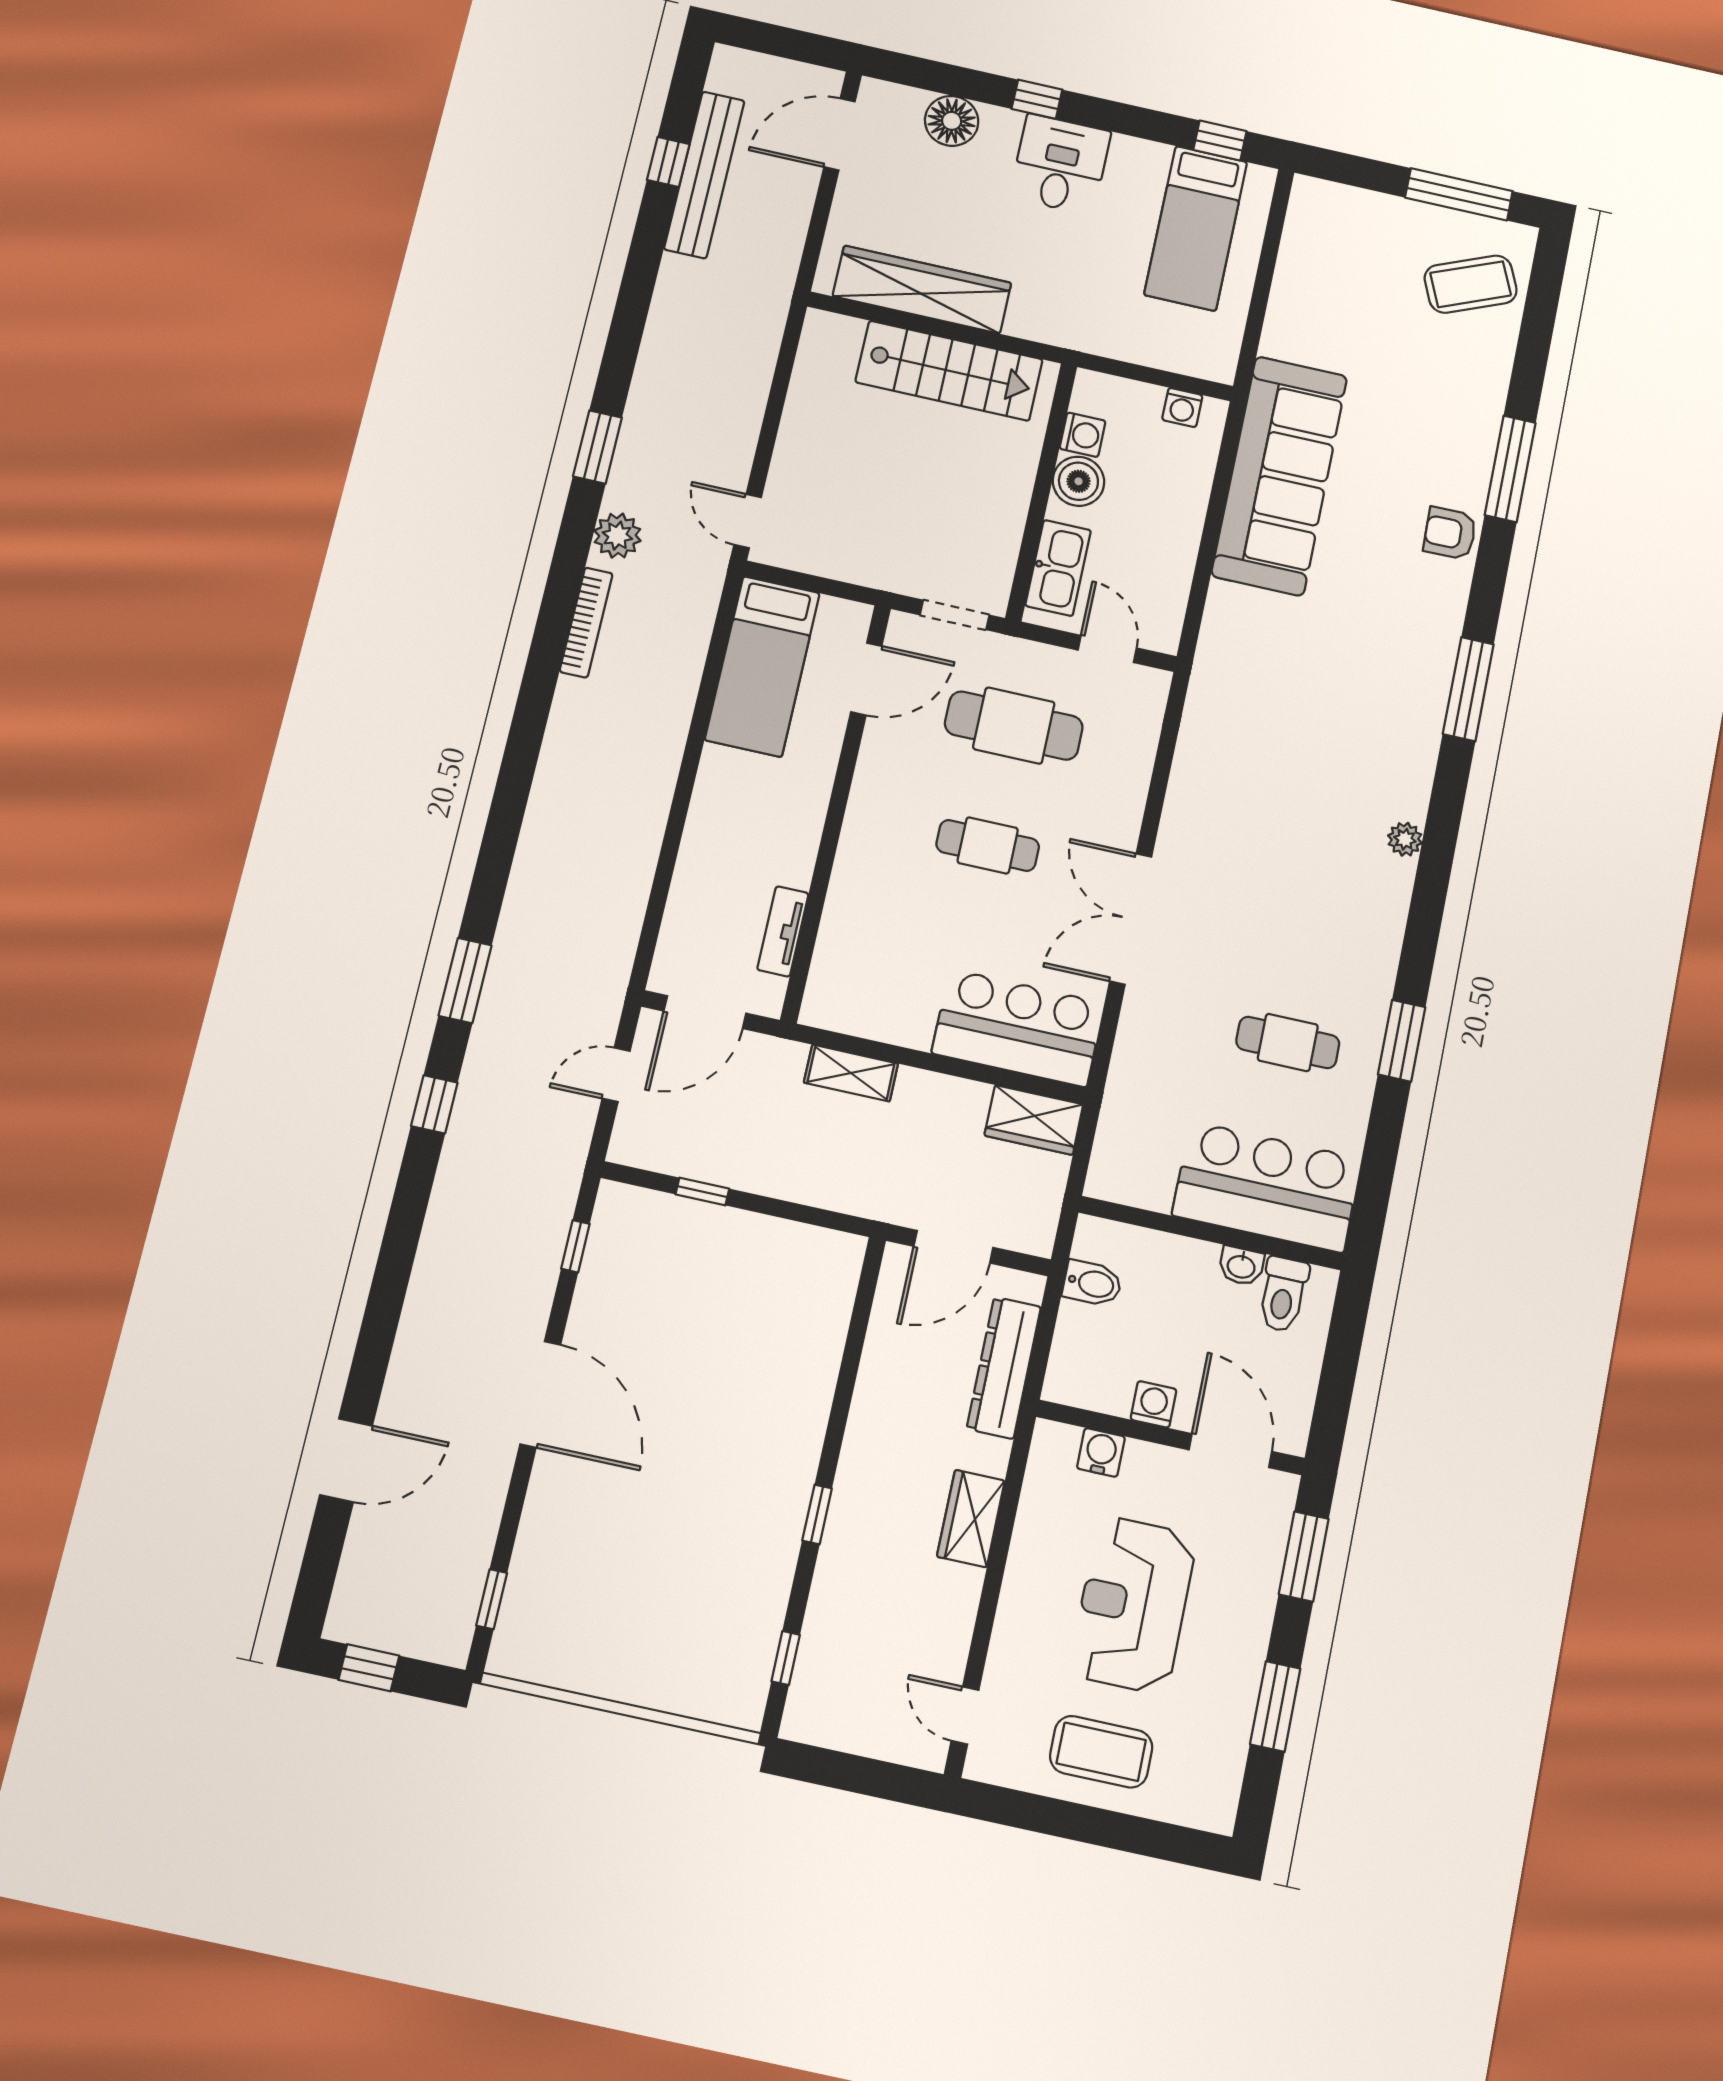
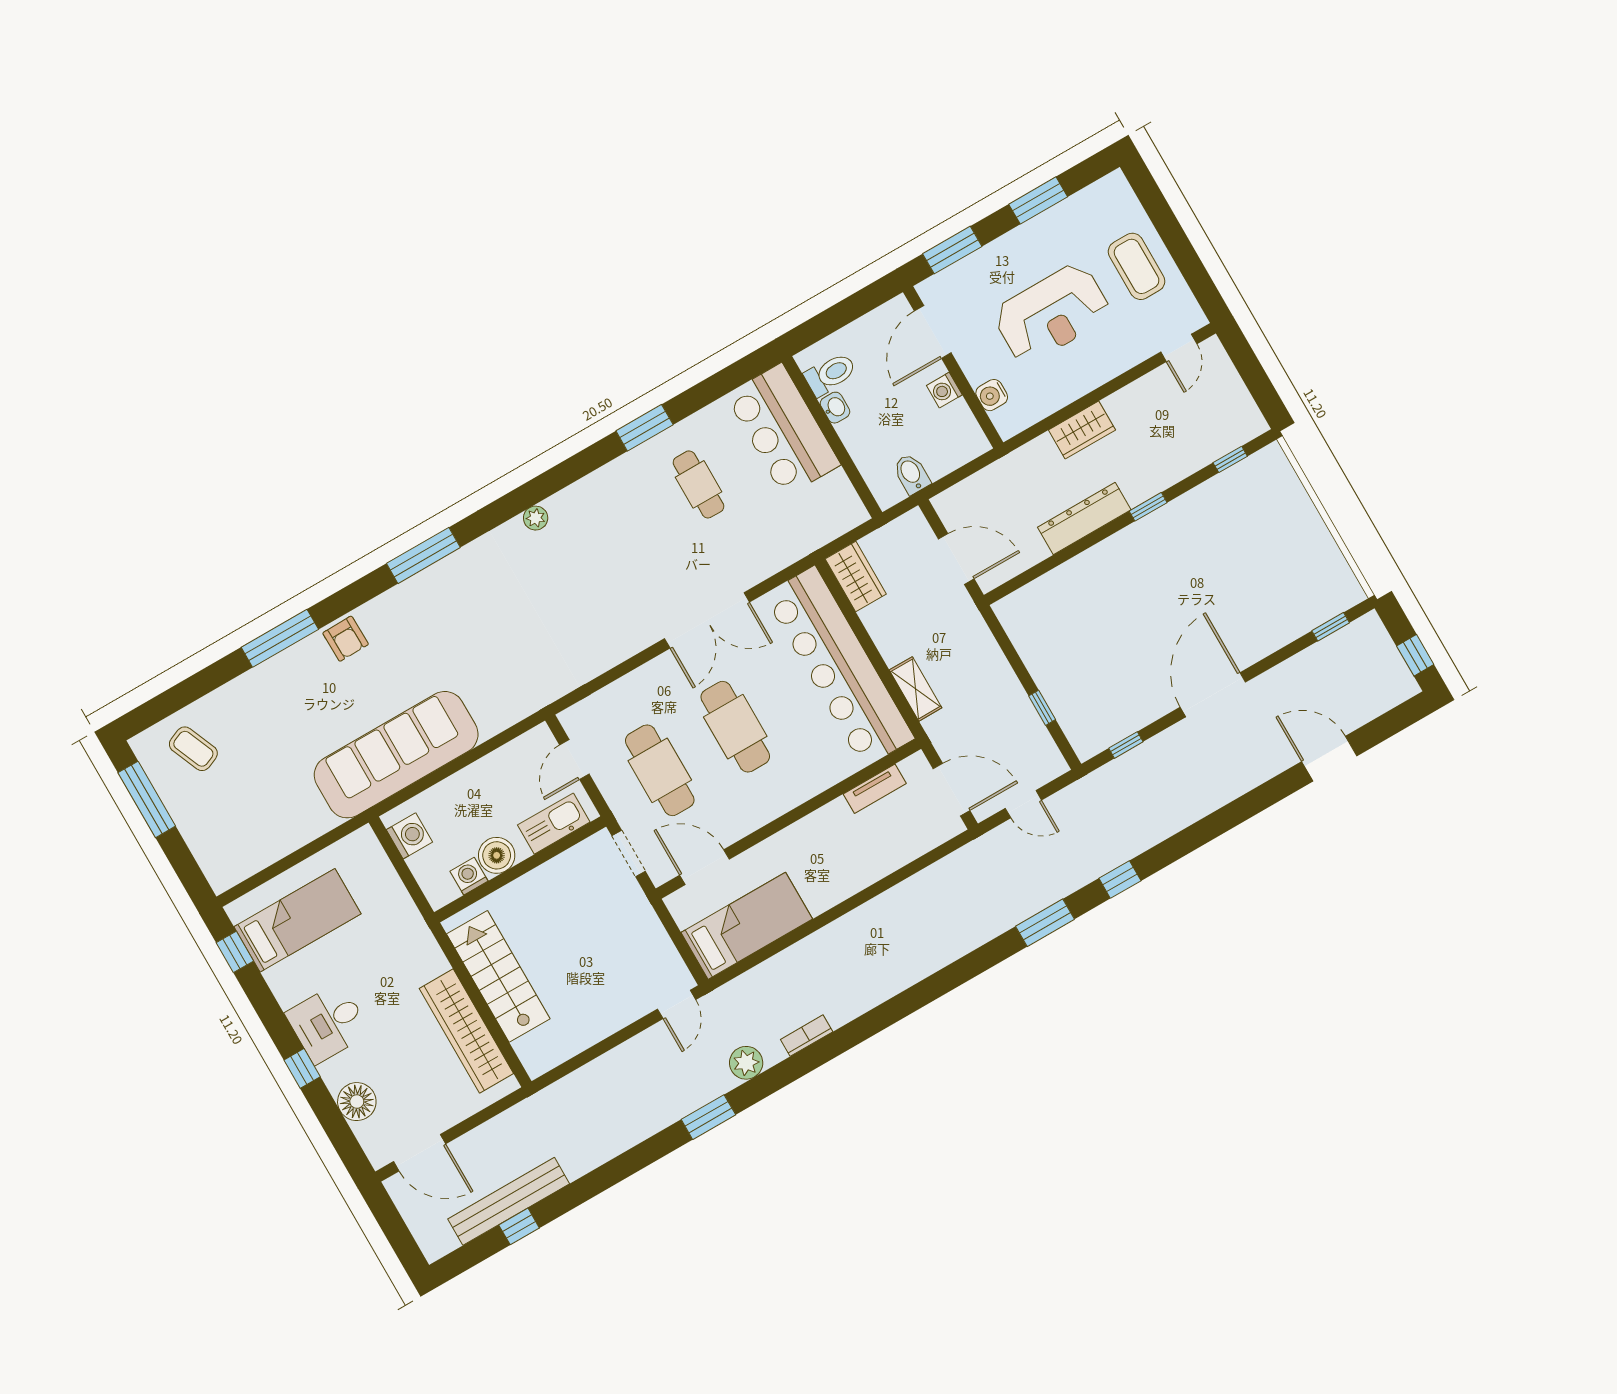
coffee table: (1471, 284) -> (193, 749), width x0.73, depth x0.77
washing machine: (1182, 407) -> (409, 836), width x1.38, depth x1.38
bookcase: (586, 623) -> (807, 1036), width x0.64
cafe table: (988, 845) -> (735, 727), width x1.37, depth x1.35
bar counter: (1018, 1028) -> (839, 667), width x1.86
dresser: (1004, 1368) -> (1084, 518), moved, turned 180

